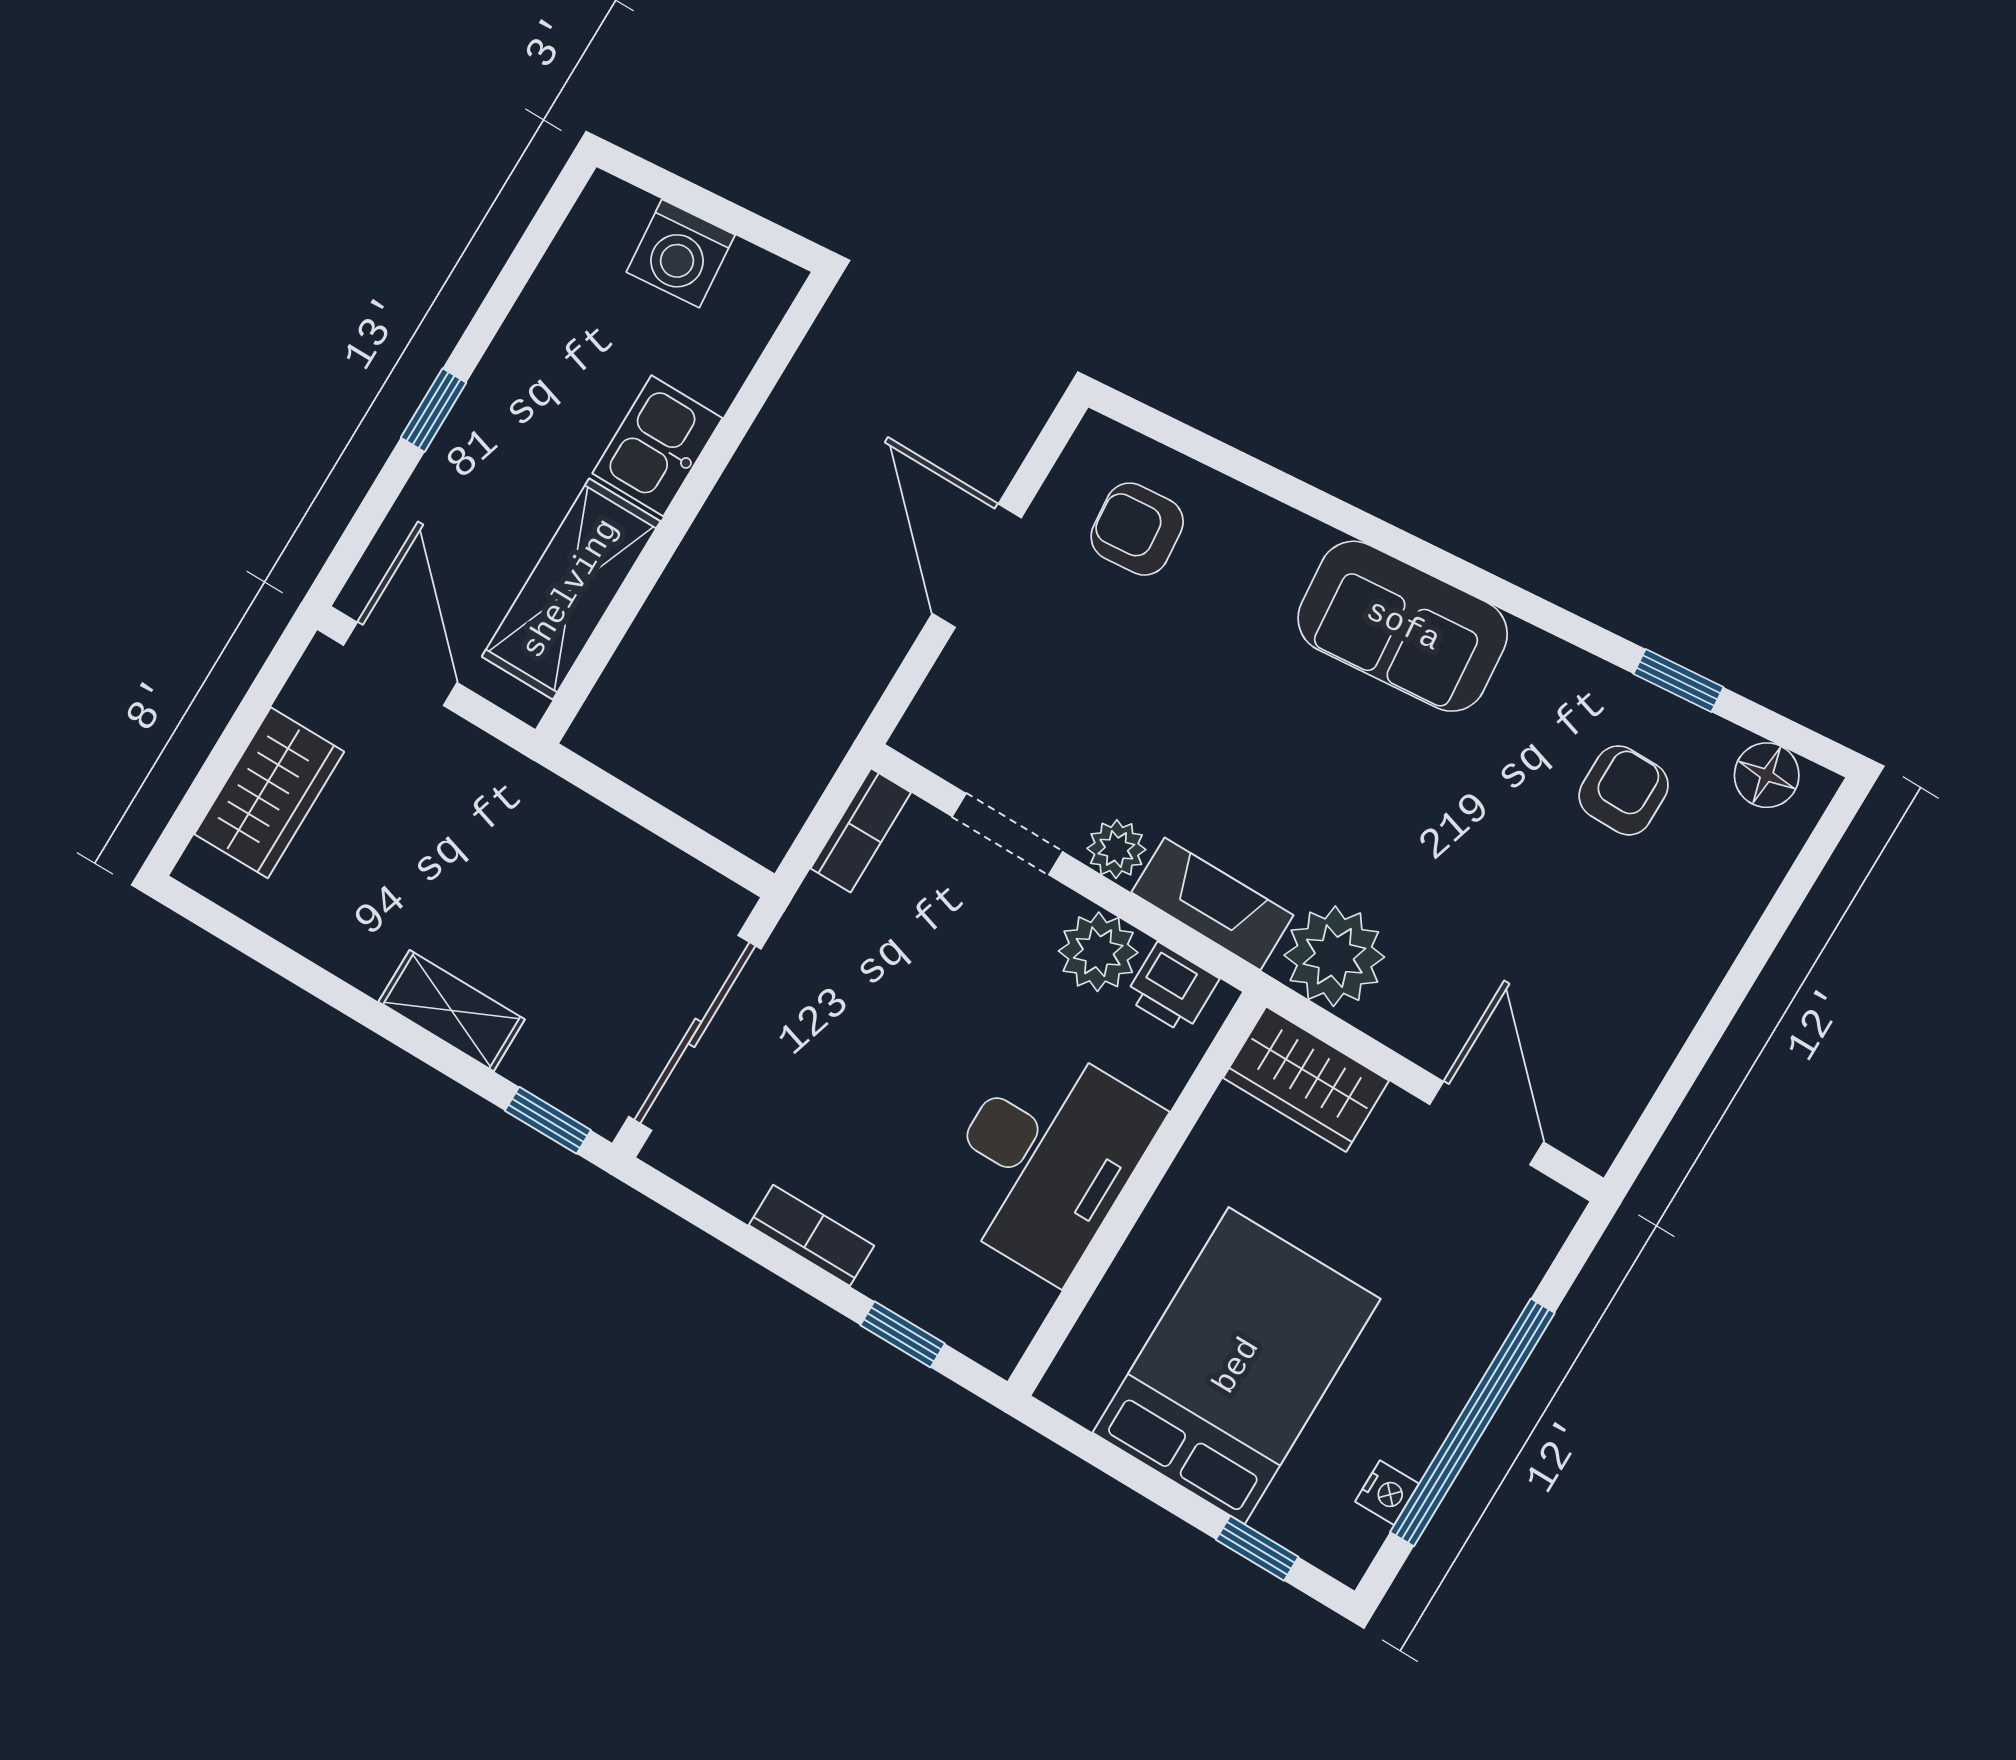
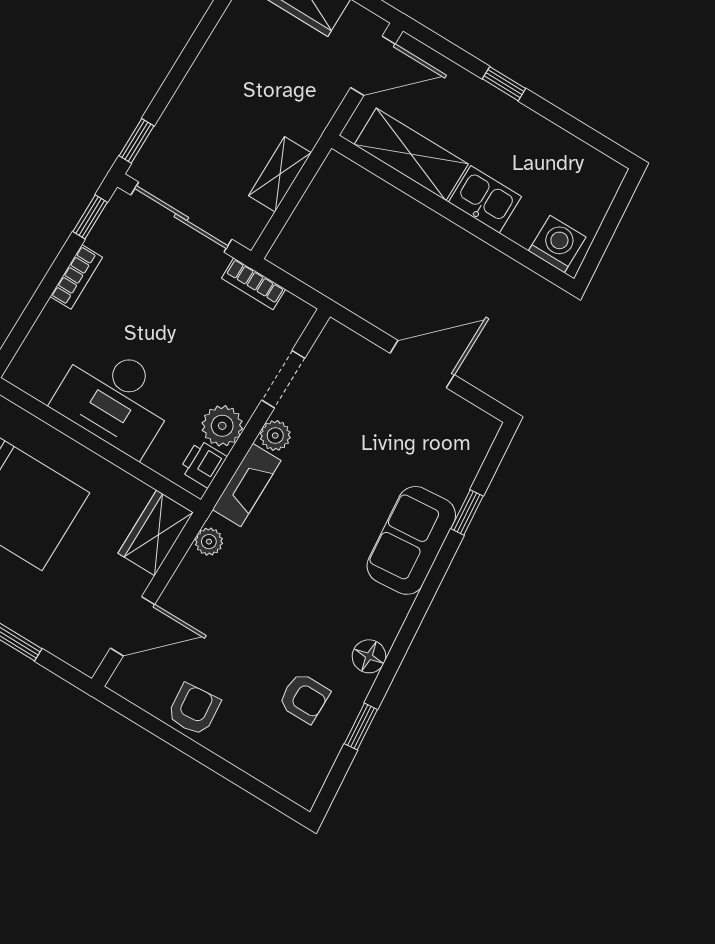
washing machine: (681, 254) -> (557, 244), moved, turned 95
window: (1263, 477) -> (467, 512), added
armchair: (1137, 529) -> (194, 709), moved
sofa: (1403, 626) -> (411, 540), moved
floor lamp: (1767, 775) -> (369, 656), moved
bookcase: (861, 830) -> (253, 284), moved
plant: (1334, 956) -> (209, 542), width x0.53, depth x0.53
shelving: (452, 1011) -> (280, 174), moved
window: (903, 1334) -> (90, 217), moved

